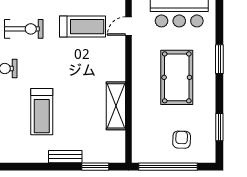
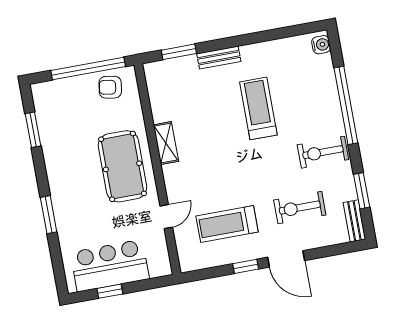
door: (129, 26) -> (166, 217), moved
pool table: (177, 77) -> (122, 166), moved
shelving: (116, 106) -> (166, 143), width x0.67, depth x0.75
armchair: (182, 140) -> (110, 87), moved, turned 97

